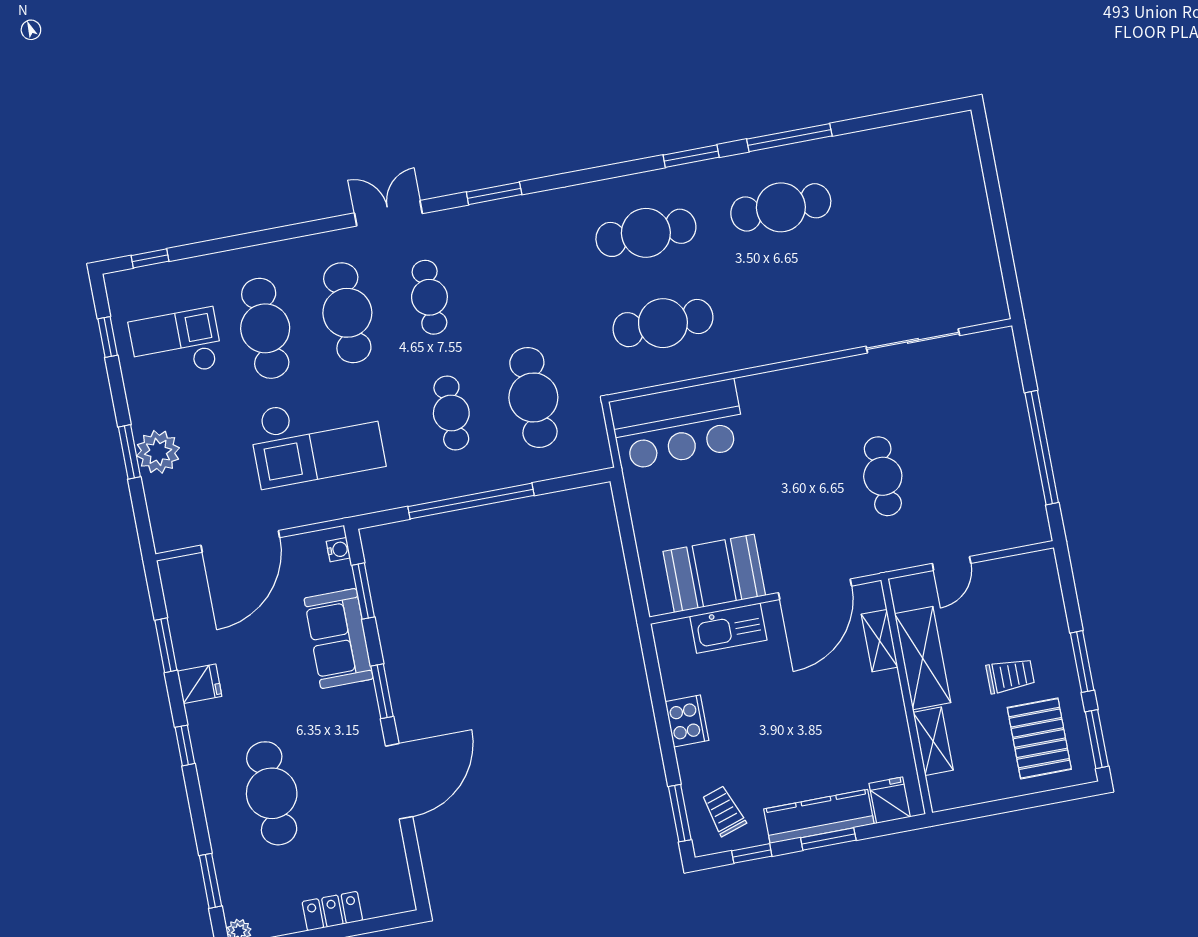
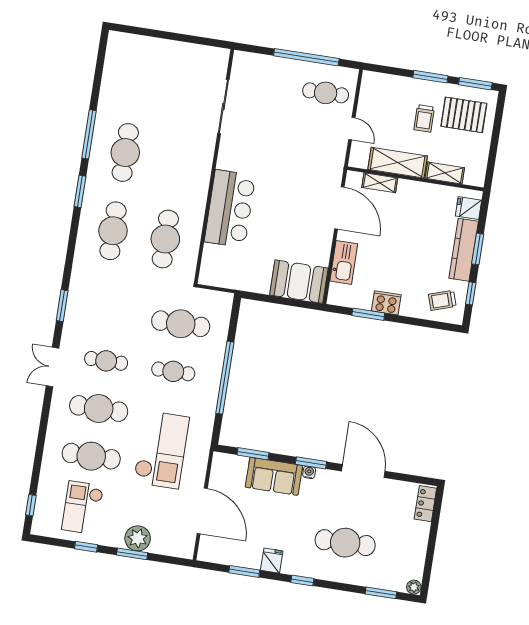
window: (108, 337) -> (86, 547), moved
bar counter: (678, 425) -> (230, 209), moved
cafe table: (883, 476) -> (326, 93), moved
water cooler: (338, 550) -> (309, 472), moved
booth: (714, 573) -> (299, 282), moved, turned 90
trolley: (1010, 676) -> (424, 118), turned 180
window: (680, 813) -> (368, 314), moved
locker: (332, 911) -> (425, 504), moved

